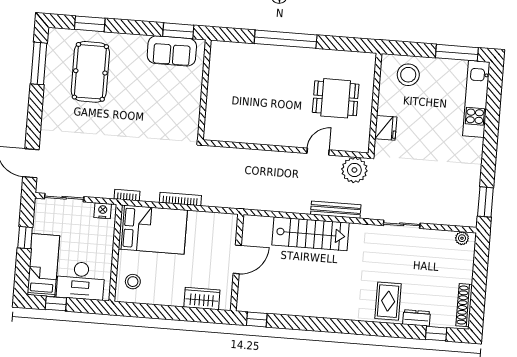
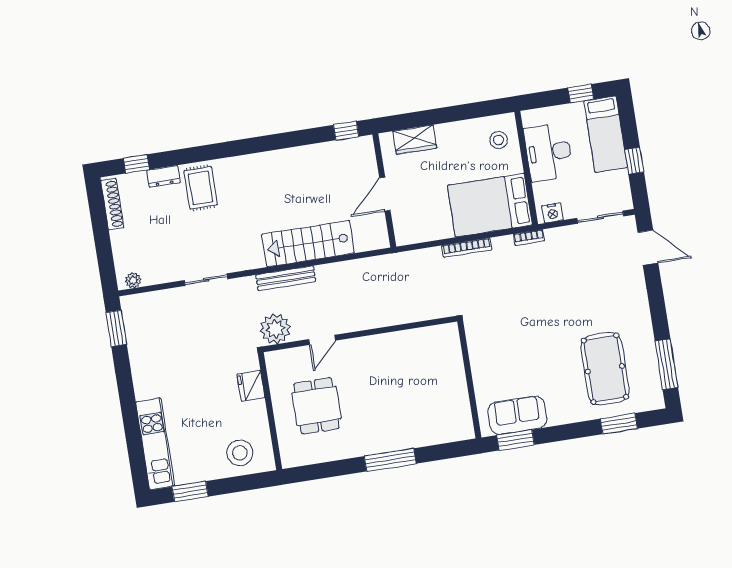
window: (286, 39) -> (390, 460), width x0.68
window: (457, 53) -> (190, 492), width x0.69
dining table: (336, 98) -> (316, 406), turned 90
desk: (81, 281) -> (548, 152), moved, turned -90

